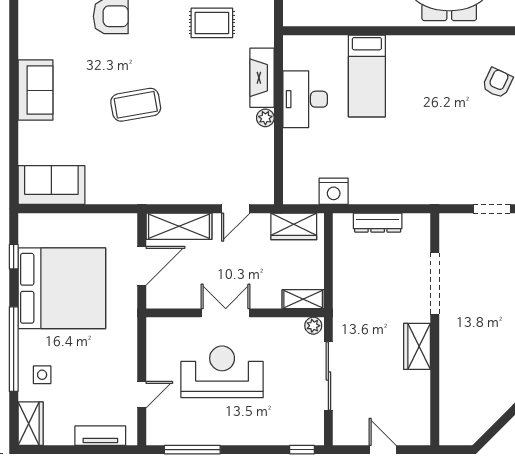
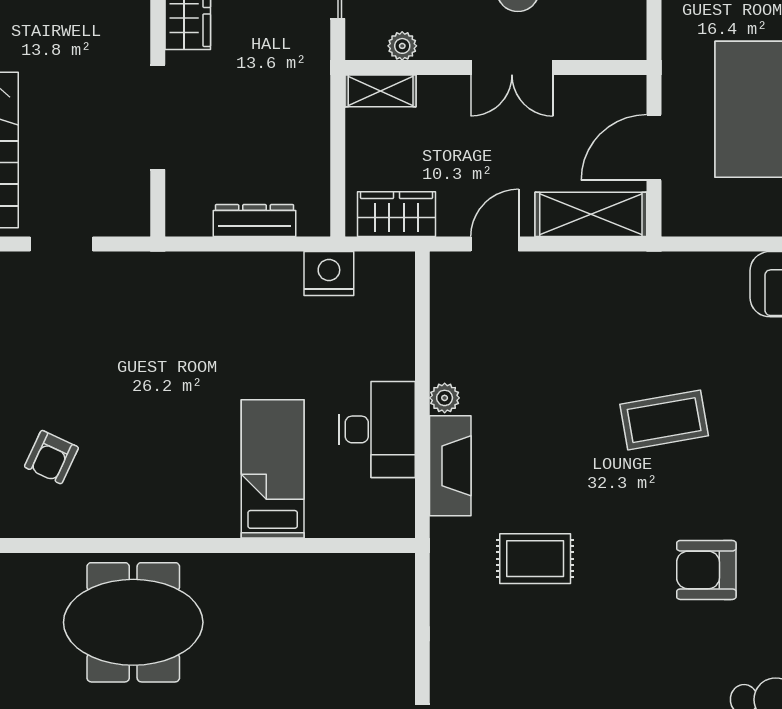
plant: (313, 326) -> (402, 46), moved

